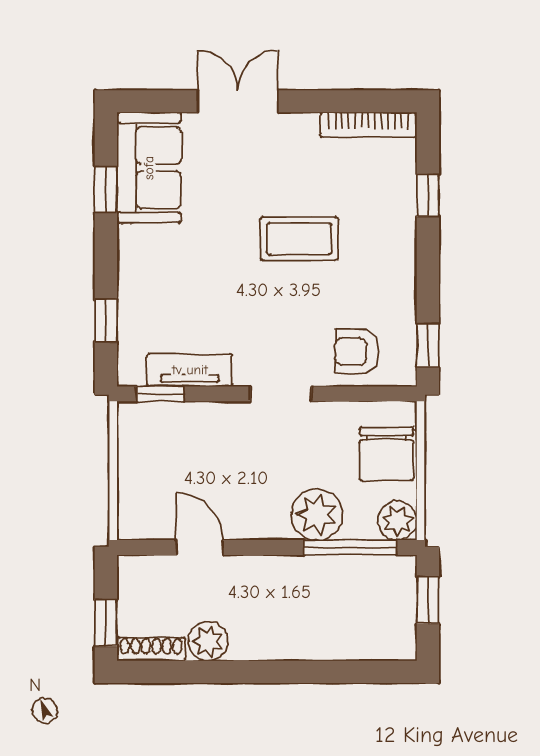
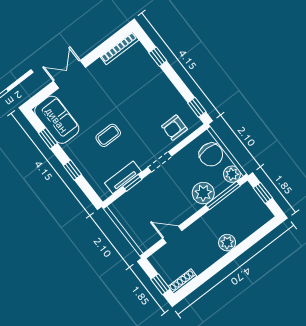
coffee table: (299, 239) -> (108, 135), moved, width x0.73, depth x0.77
window: (106, 321) -> (72, 170), moved
window: (160, 394) -> (132, 183), moved
plant: (208, 641) -> (227, 243), moved

